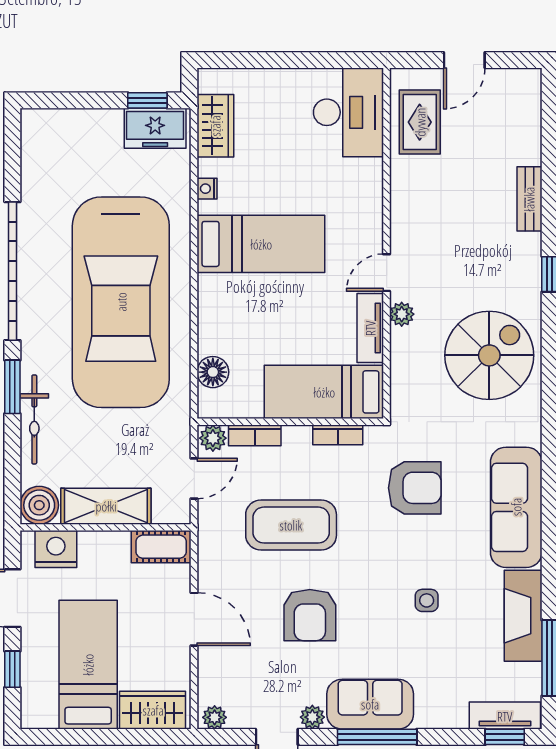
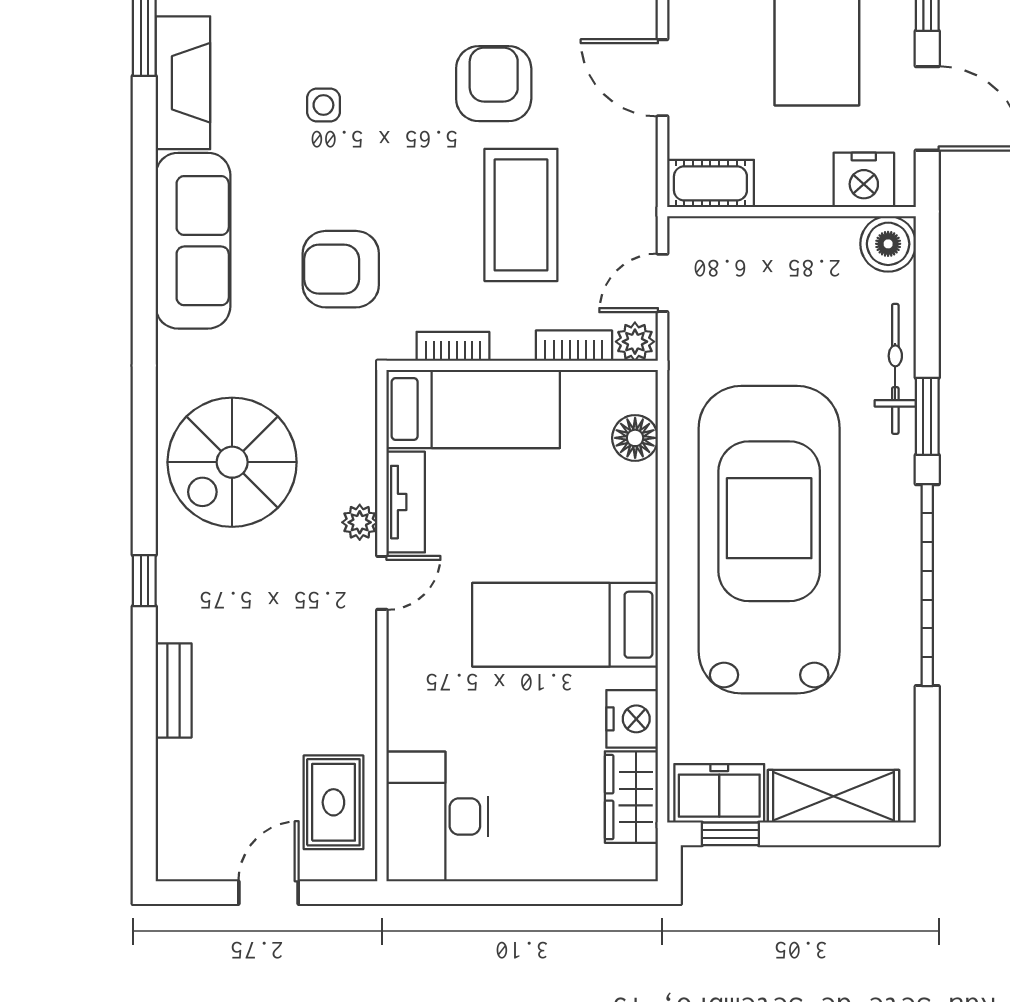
nightstand: (207, 189) -> (632, 719), width x1.89, depth x1.79
shelving: (106, 506) -> (833, 796), moved
coffee table: (291, 525) -> (521, 215), turned 90

